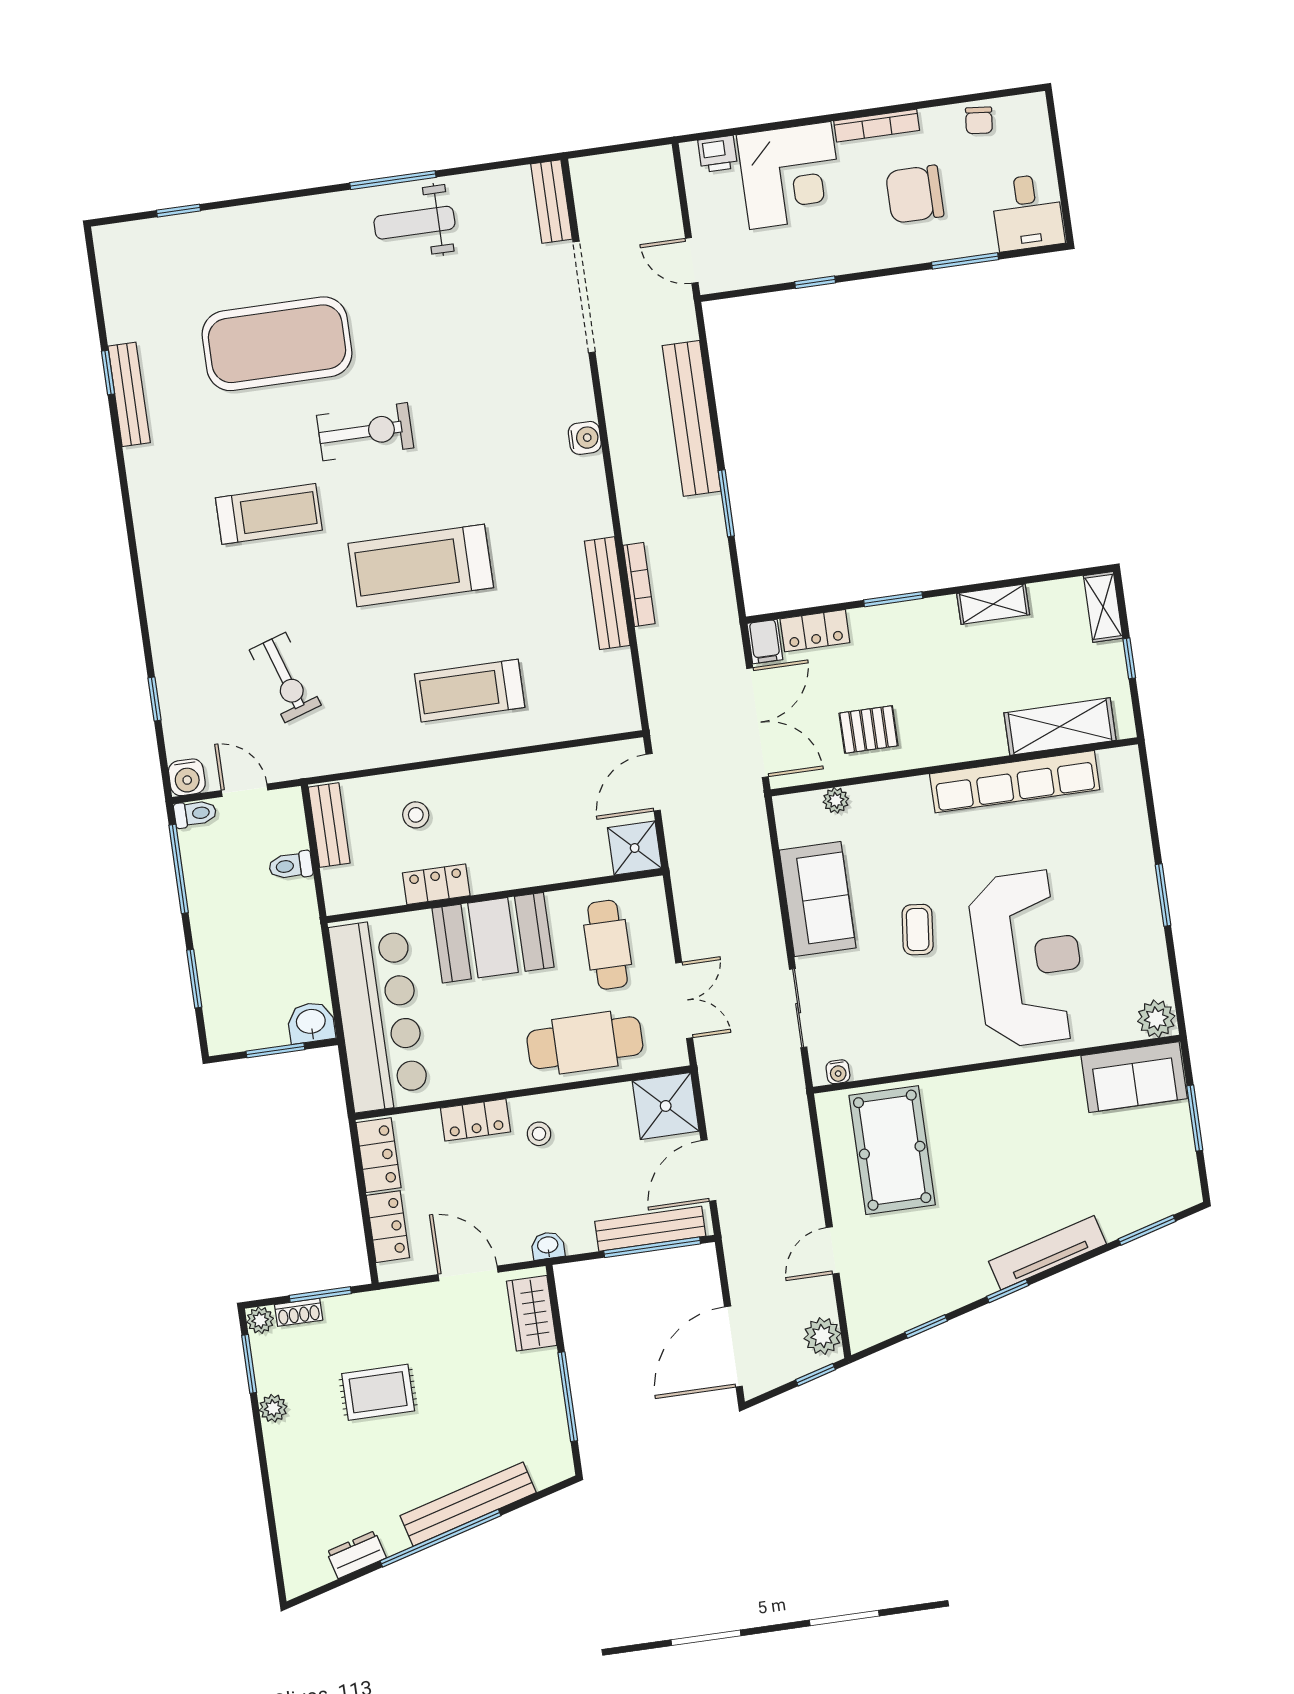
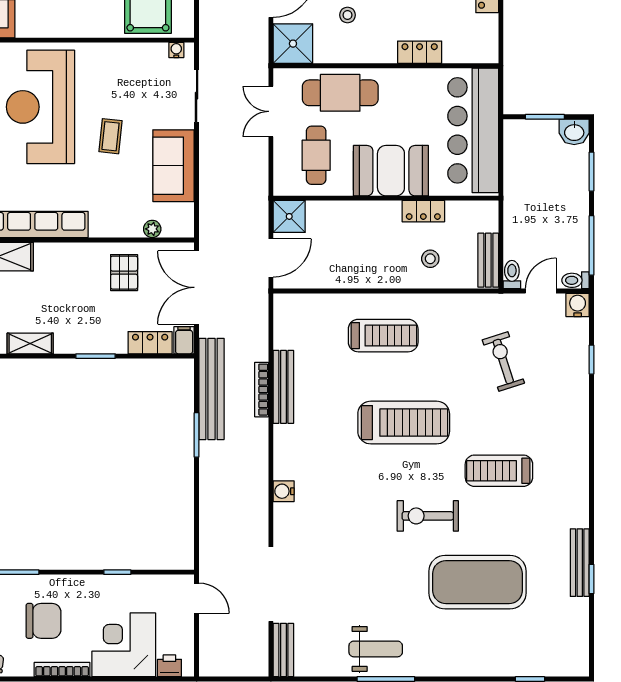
bench: (692, 418) -> (211, 389), moved
pallet: (869, 729) -> (124, 273), turned 90
door: (245, 790) -> (541, 291), swing flipped
toilet: (291, 866) -> (512, 275), moved, turned -90
washbasin: (311, 1022) -> (574, 132), moved
stool: (539, 1134) -> (348, 15), moved
locker: (379, 1155) -> (487, 38), removed

